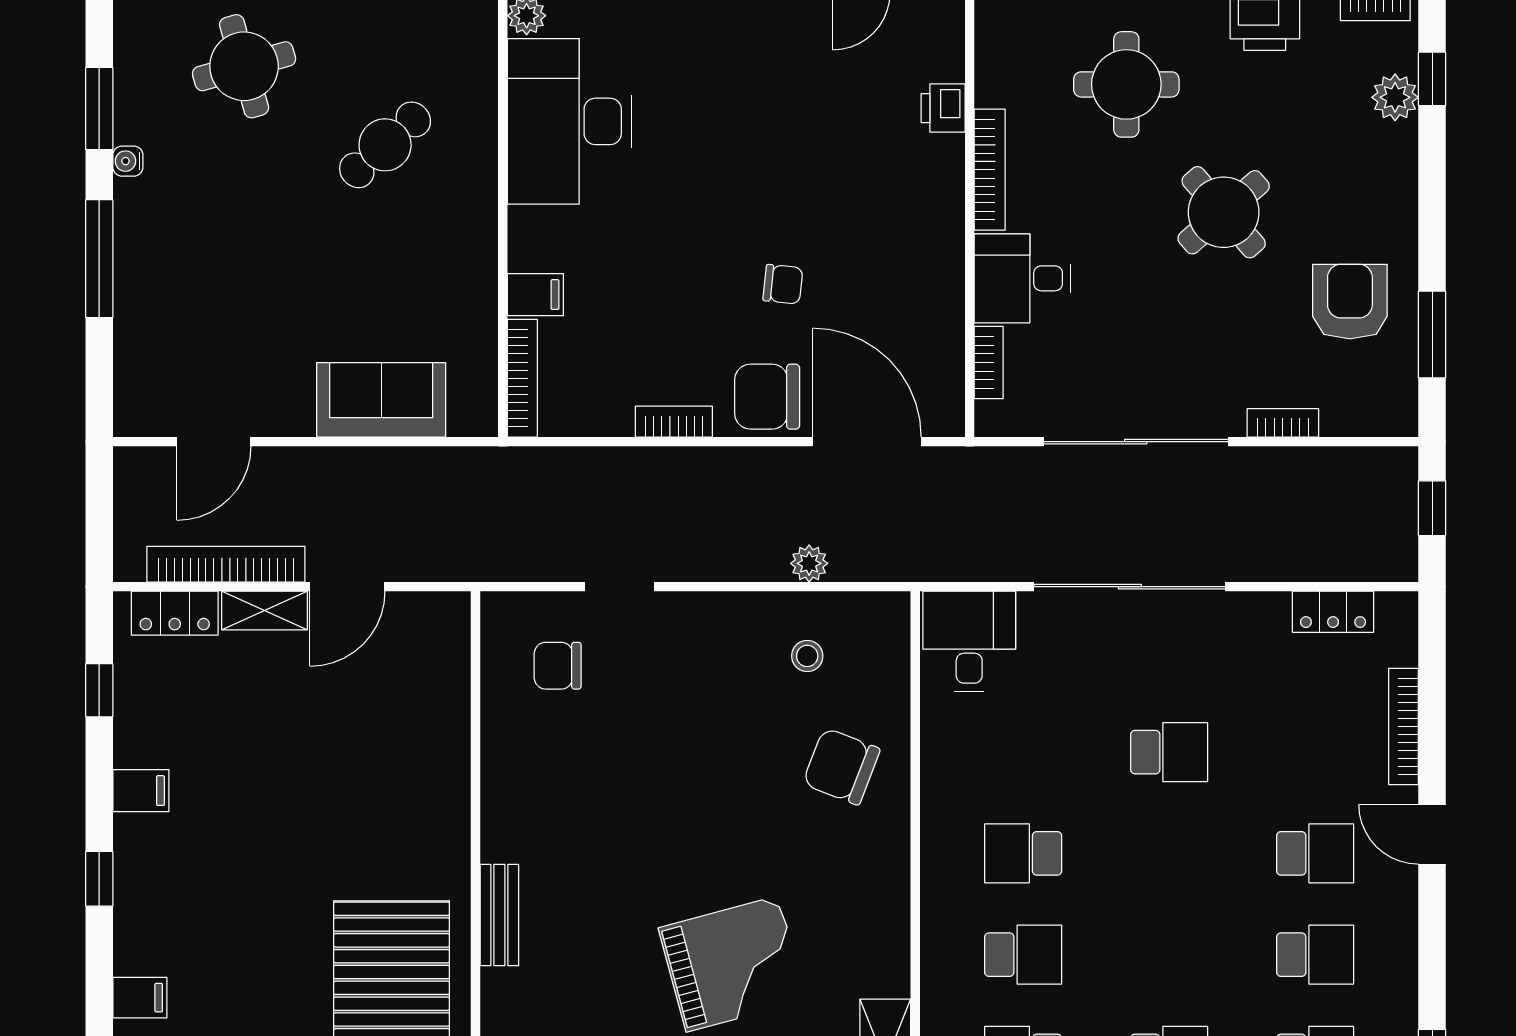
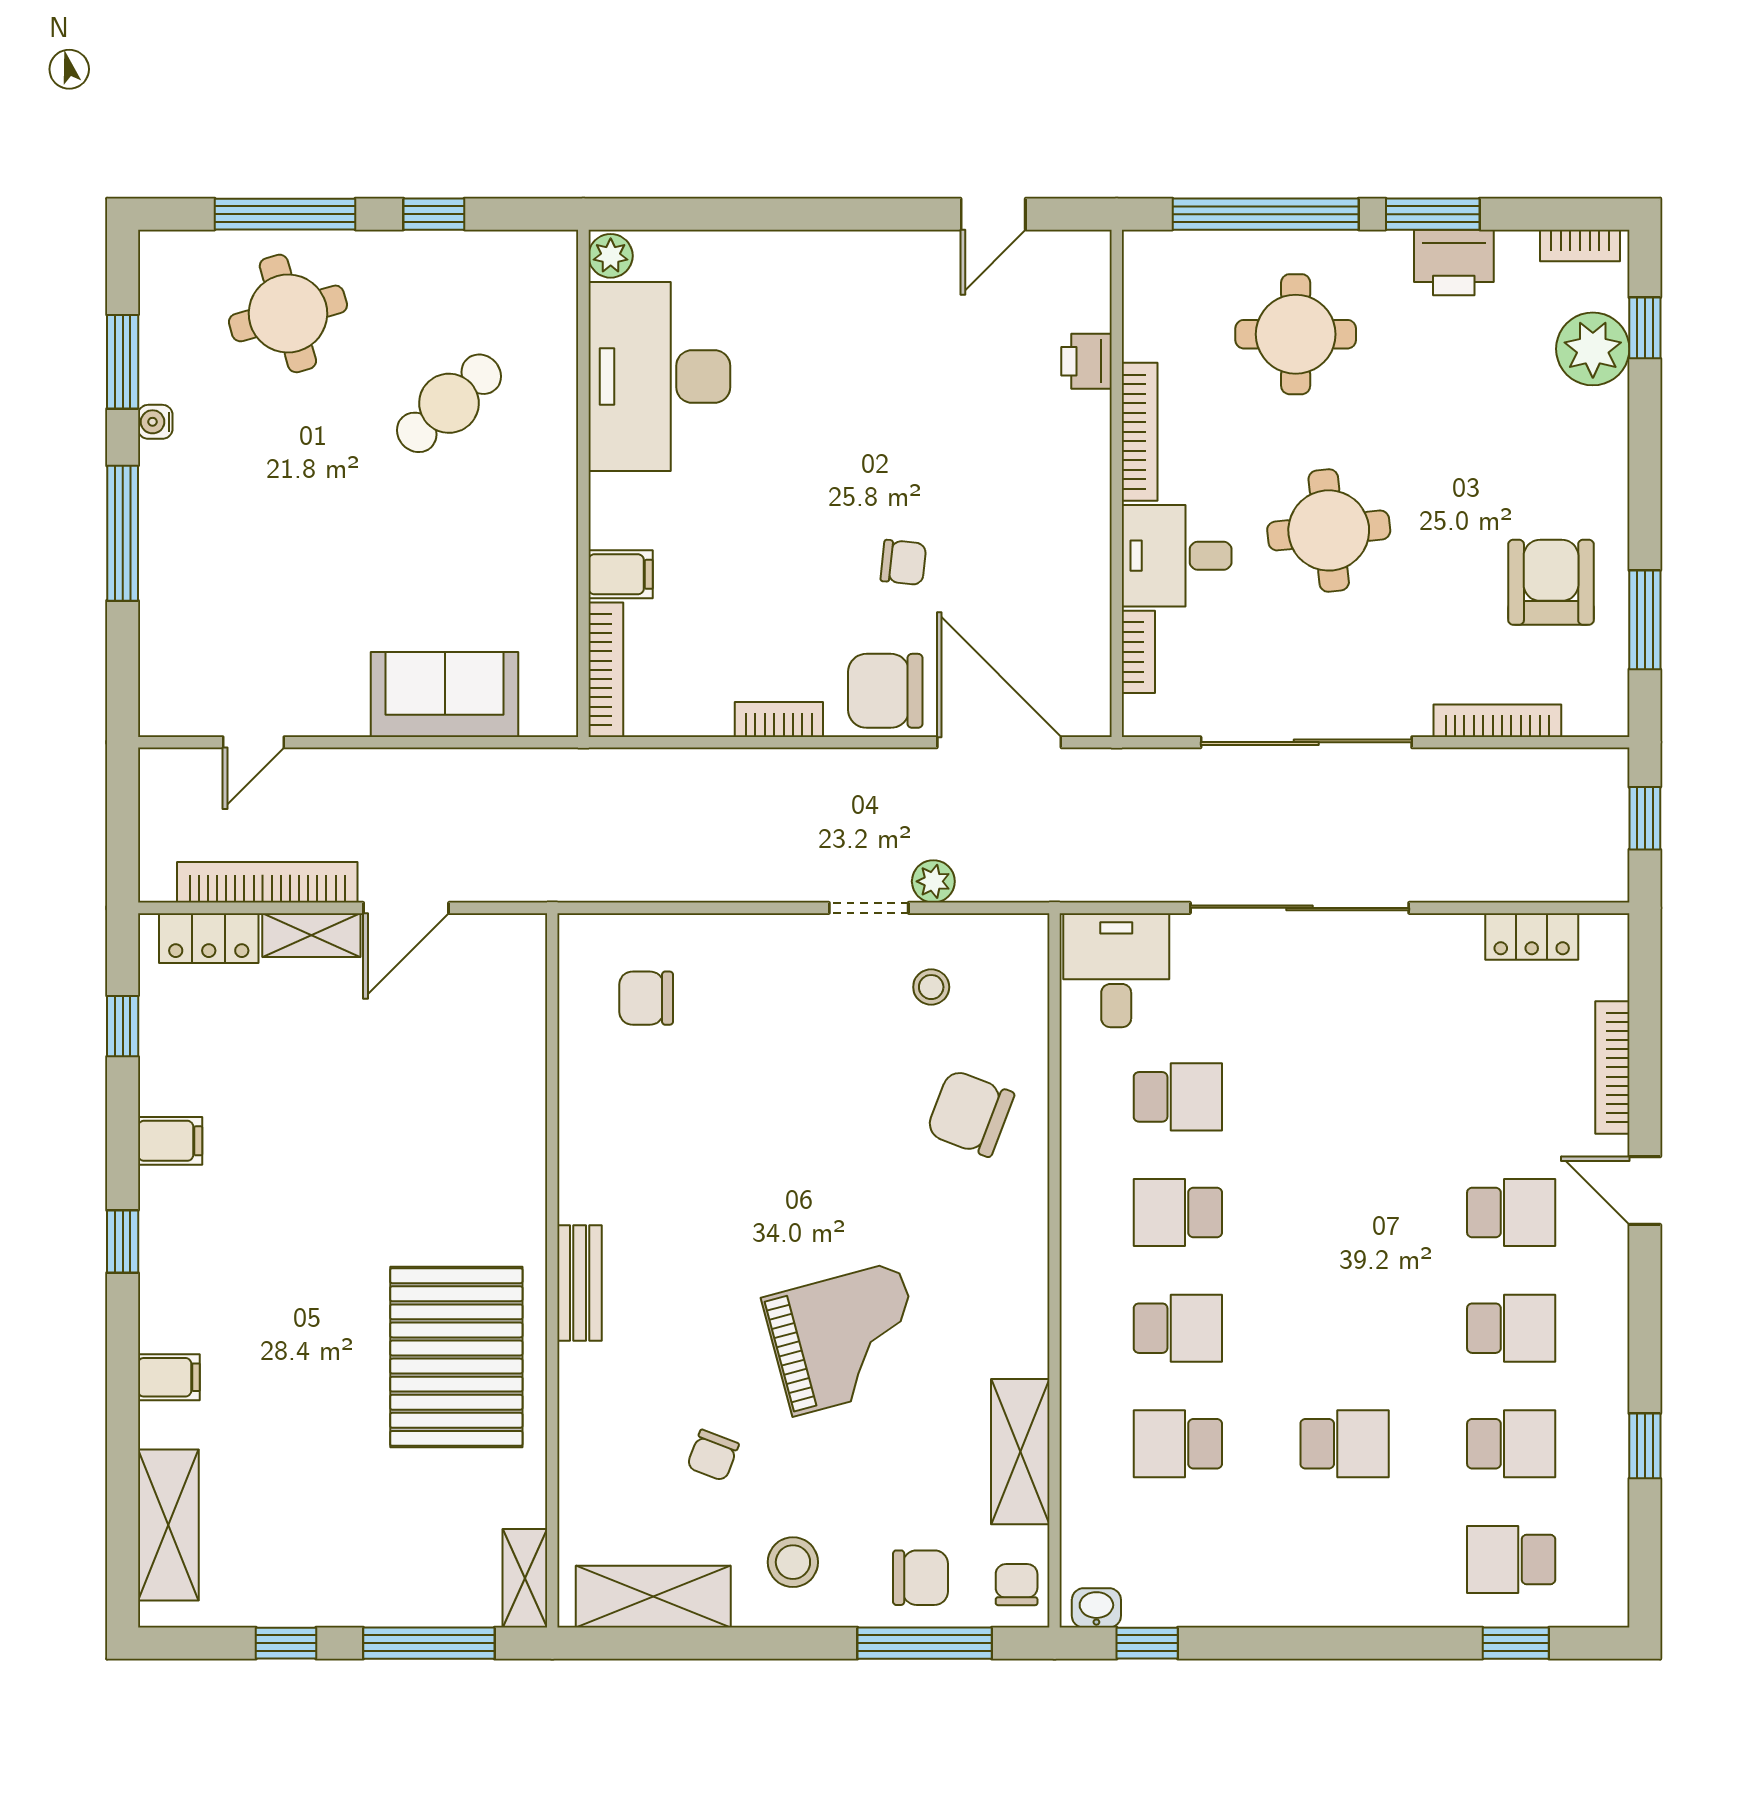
plant: (1395, 97) -> (1593, 349), width x1.36, depth x1.36
round table: (1224, 212) -> (1329, 530), moved, turned 35
bookcase: (1283, 423) -> (1497, 721), width x1.56
door: (214, 442) -> (253, 742), width x0.73
doorway: (619, 587) -> (869, 908), moved
school desk: (1169, 752) -> (1178, 1097), moved

